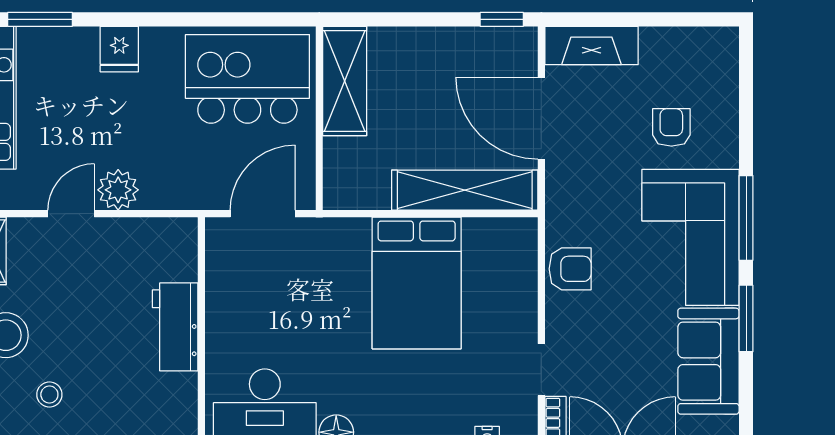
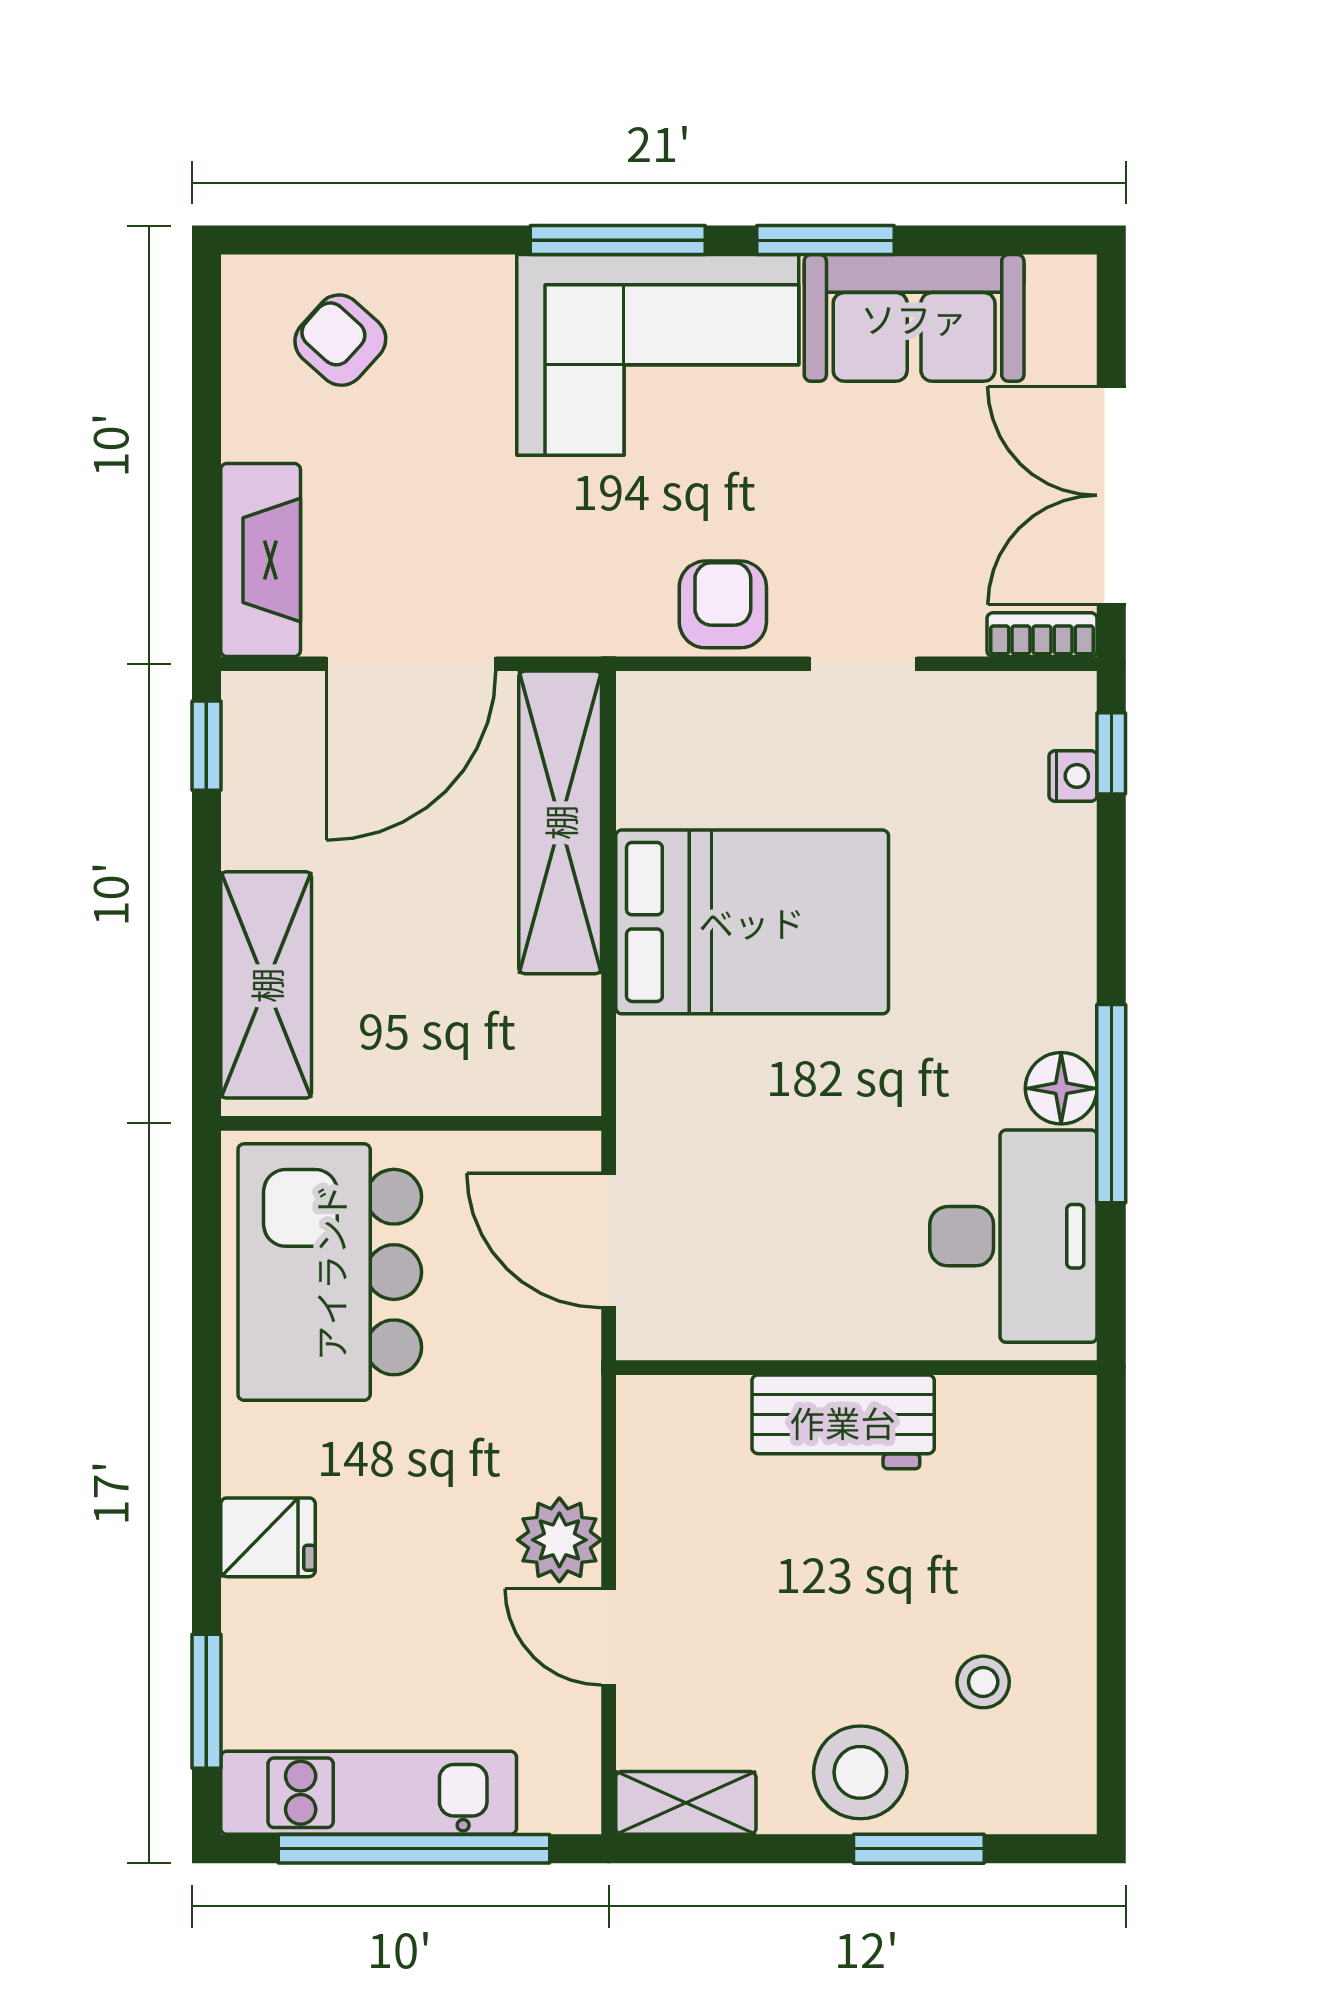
shelving: (345, 81) -> (266, 985), moved, turned 90
armchair: (671, 127) -> (340, 340), moved, turned 42
doorway: (541, 370) -> (863, 664), moved

